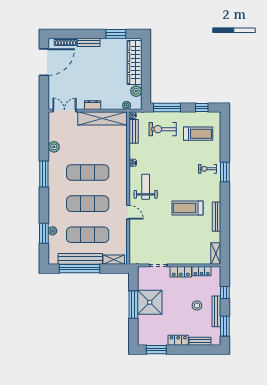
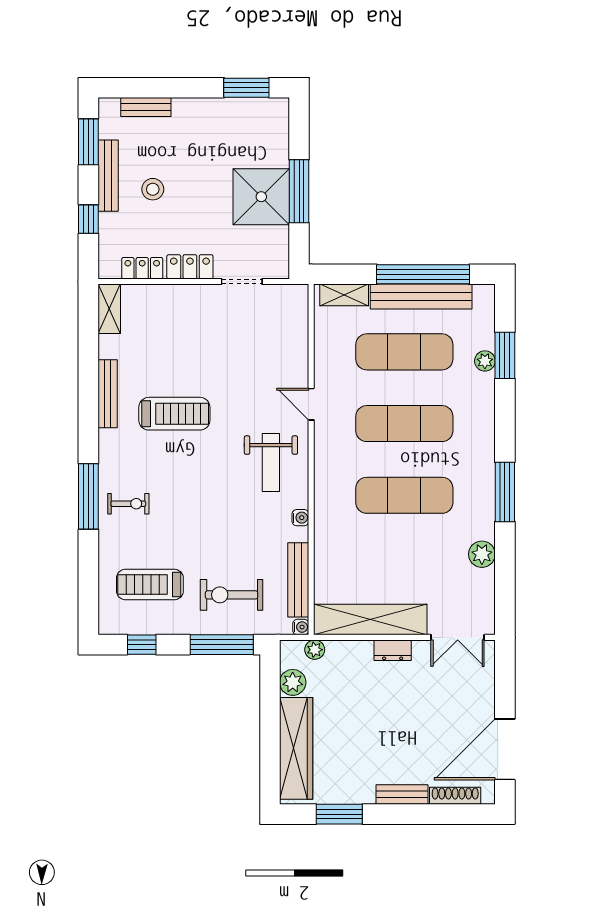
exercise bike: (163, 129) -> (232, 595), turned 180
bench: (134, 131) -> (298, 580), width x1.36
window: (225, 172) -> (88, 496), width x1.44
locker: (178, 340) -> (196, 109), removed

